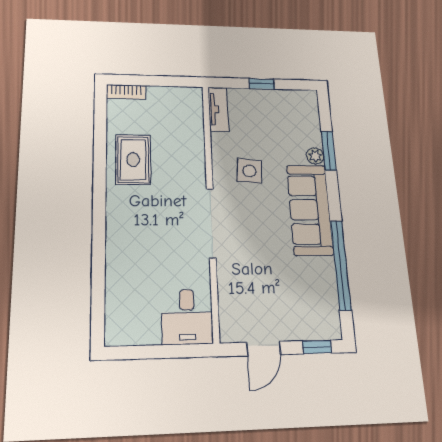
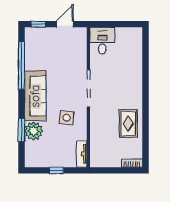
plant: (315, 156) -> (34, 131), width x1.88, depth x1.88

